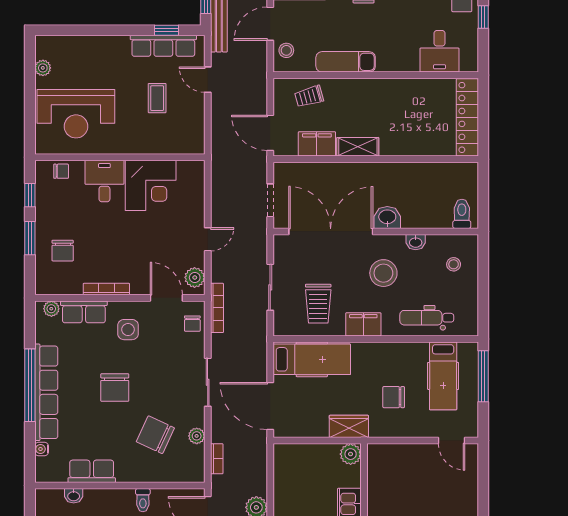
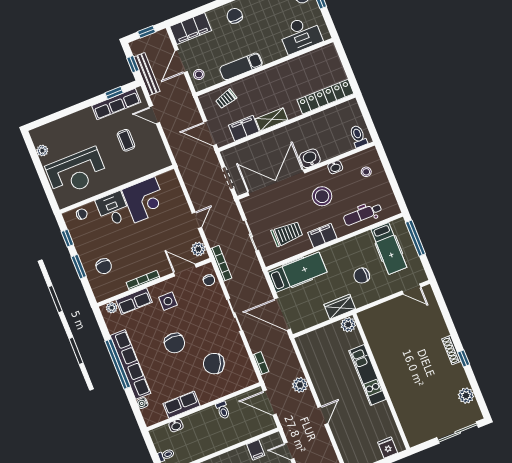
desk: (440, 51) -> (300, 35), width x1.37
locker: (467, 117) -> (325, 97), moved, turned 90
trolley: (318, 304) -> (287, 234), turned -90
plant: (197, 436) -> (242, 353), removed

